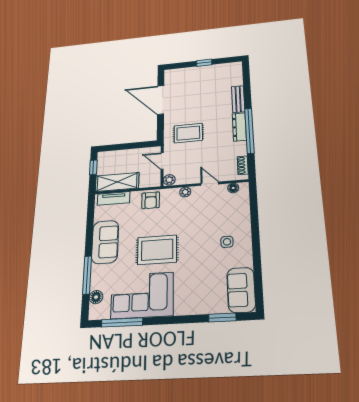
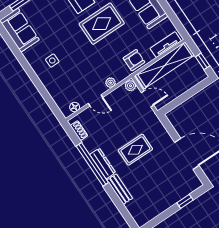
window: (204, 63) -> (185, 201), moved
rug: (188, 133) -> (135, 150), moved
shelving: (117, 182) -> (165, 65), width x1.47
armchair: (151, 200) -> (134, 60), turned 90

